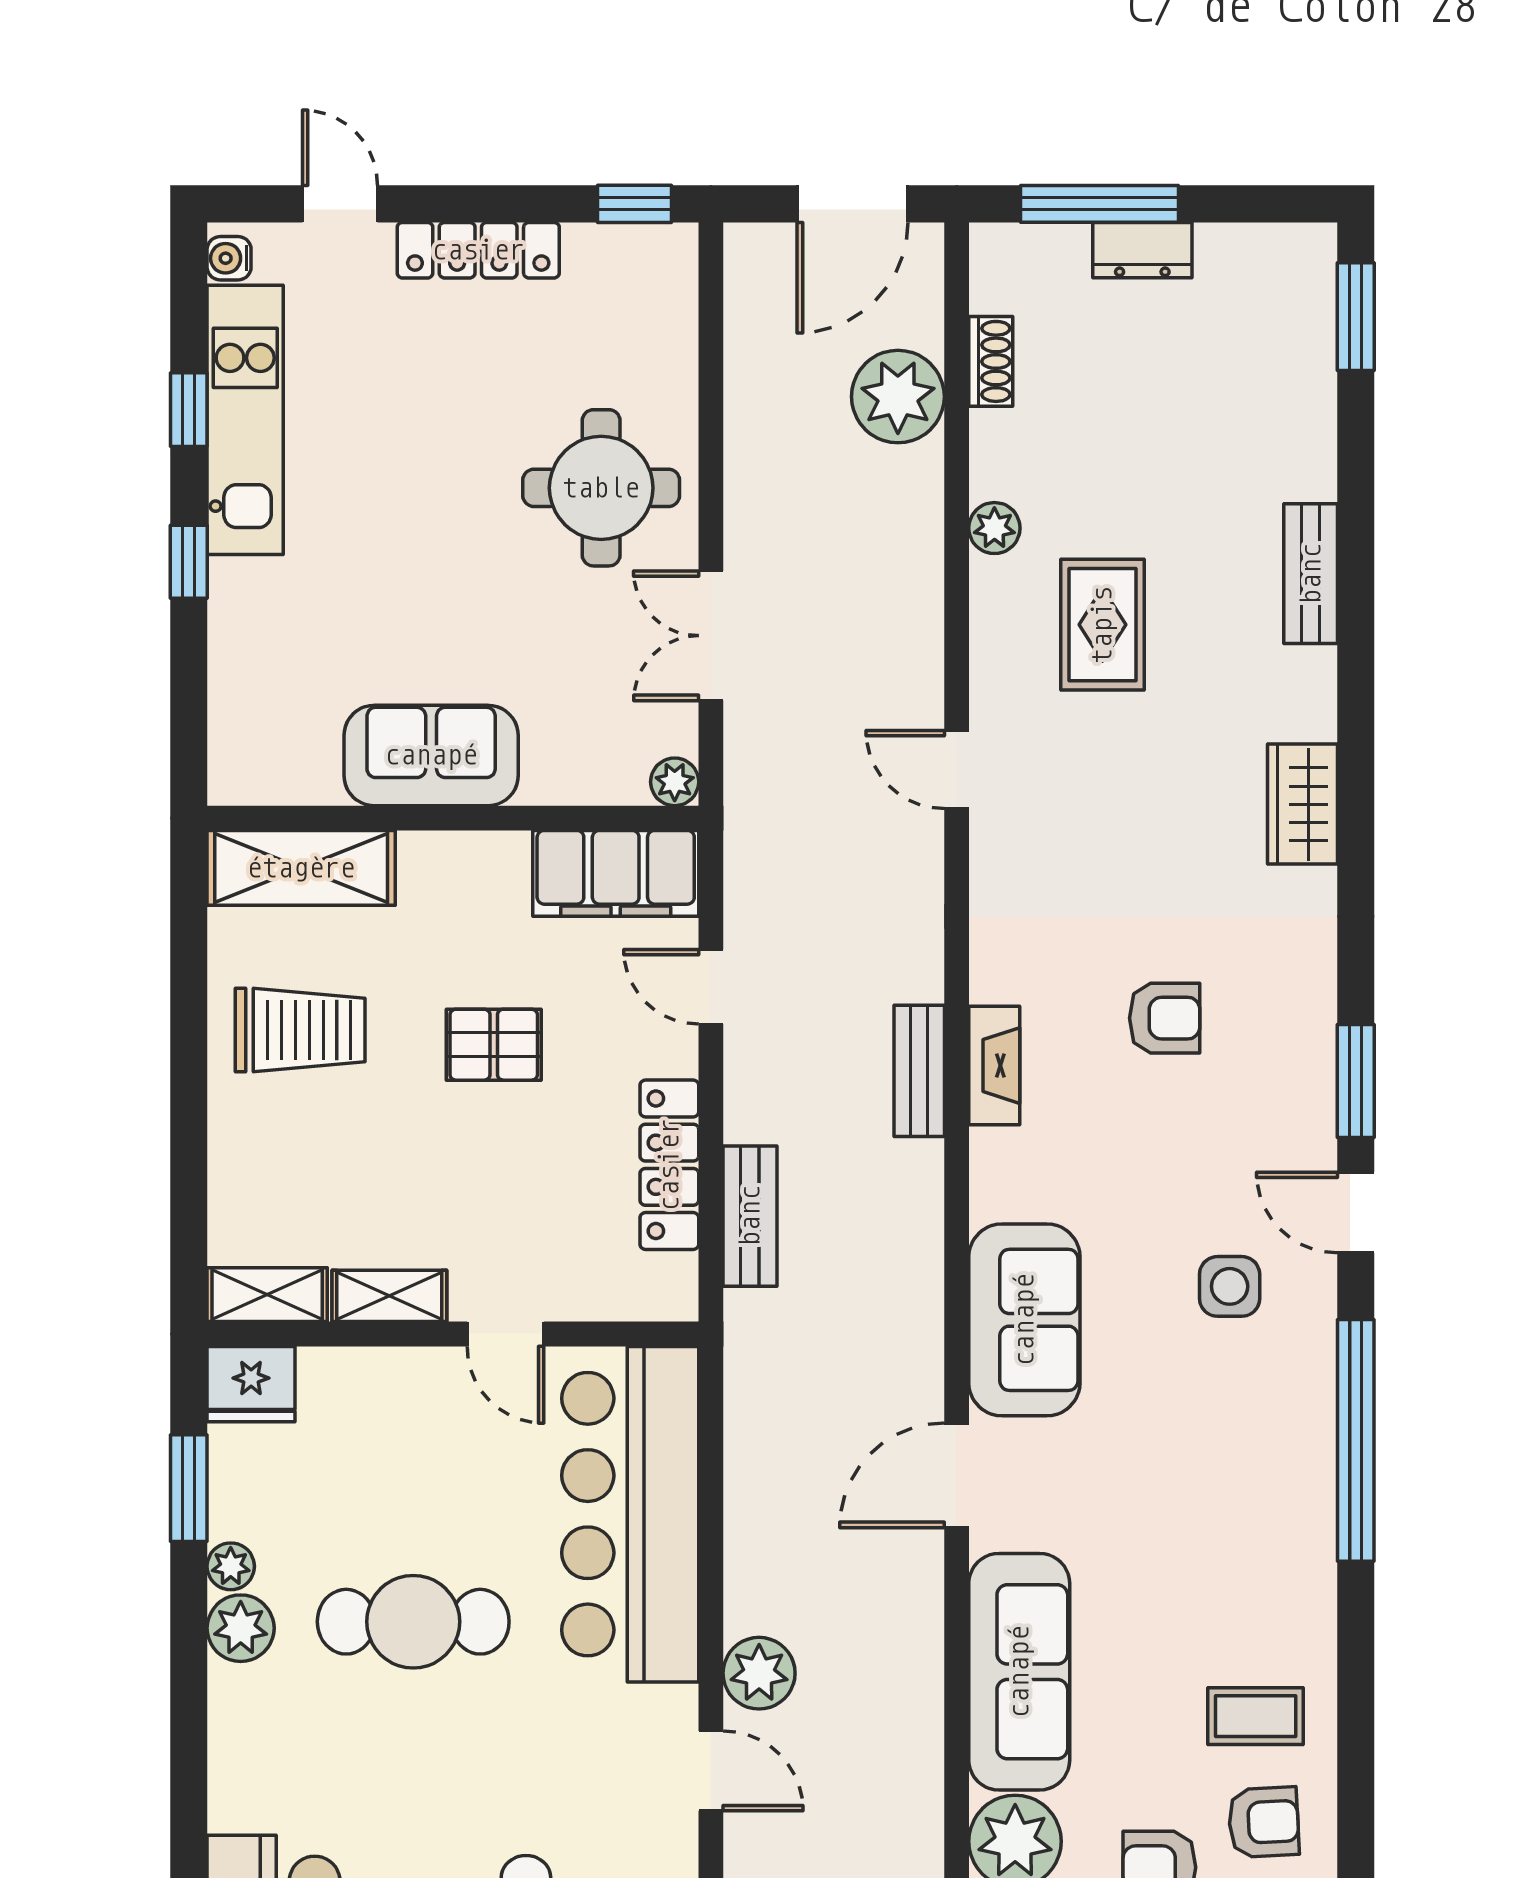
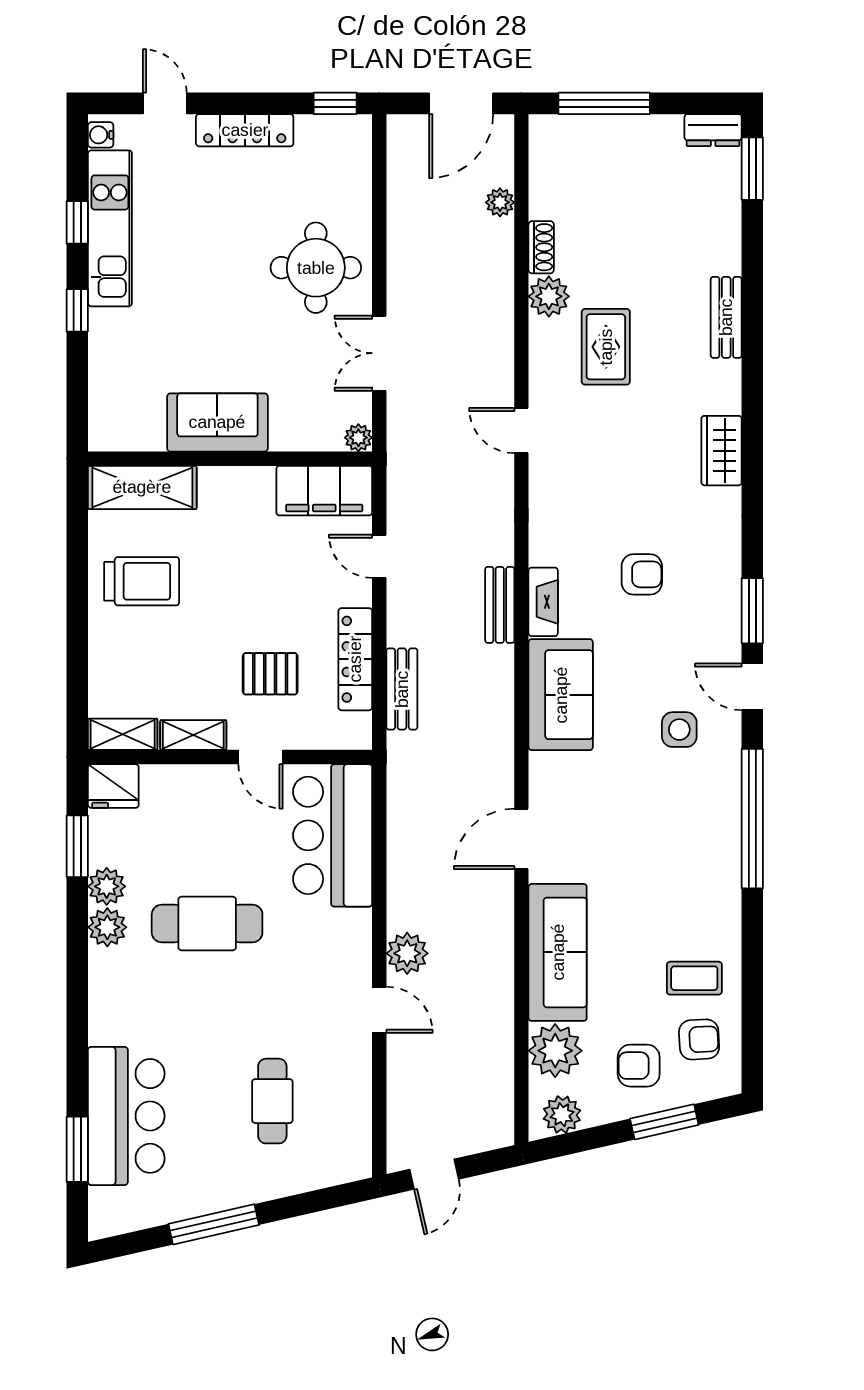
dresser: (1142, 250) -> (713, 130), moved
shoe rack: (991, 361) -> (541, 247), moved
plant: (898, 397) -> (500, 202), width x0.53, depth x0.53
plant: (994, 528) -> (549, 296), width x1.38, depth x1.38
pallet: (494, 1045) -> (270, 674), moved
sofa: (1024, 1320) -> (561, 695), moved
bar counter: (630, 1514) -> (333, 835), width x0.73
plant: (231, 1566) -> (107, 886), width x1.38, depth x1.38

